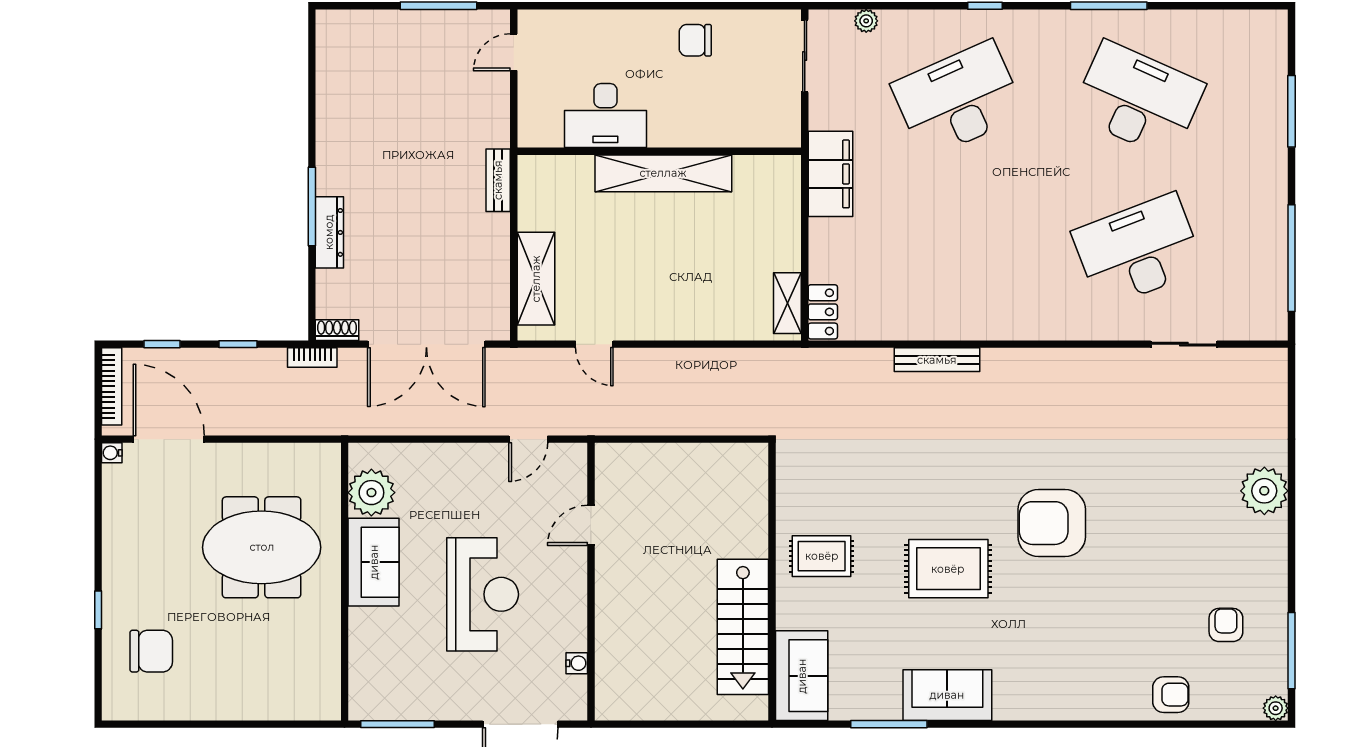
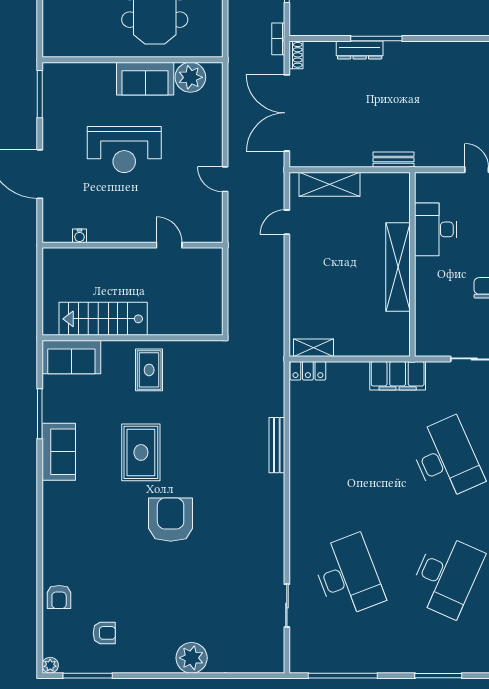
door: (591, 525) -> (169, 245), moved
wall: (591, 582) -> (132, 245), moved
water cooler: (577, 663) -> (79, 236), moved

